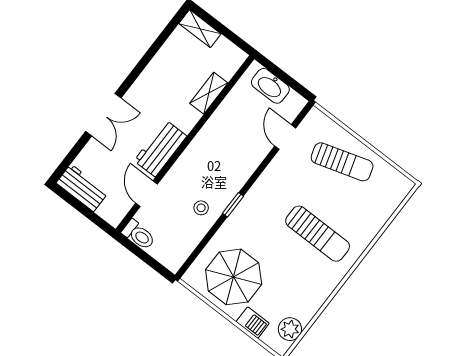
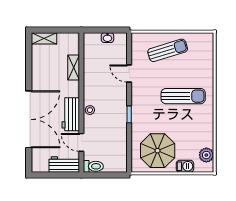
washbasin: (270, 86) -> (107, 38), width x0.52, depth x0.69
double door: (103, 115) -> (29, 119), width x1.87
door: (285, 137) -> (129, 74), moved
workbench: (82, 188) -> (64, 165), moved
stool: (201, 208) -> (90, 110), moved

